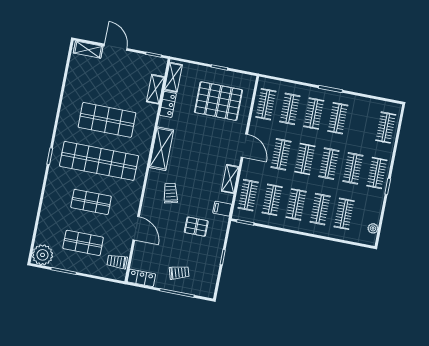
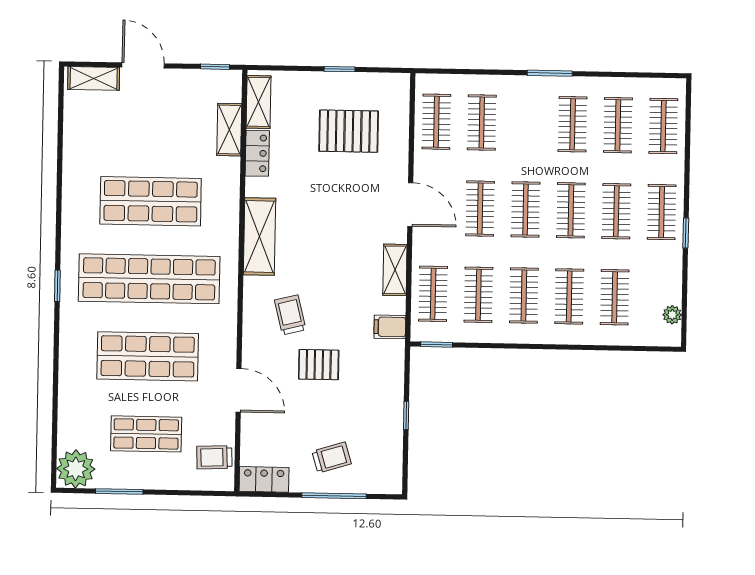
pallet: (218, 101) -> (349, 131), width x0.73, depth x0.71
clothes rail: (314, 114) -> (618, 125), moved
shop shelf: (91, 202) -> (148, 356), width x1.43, depth x1.36
pallet: (196, 227) -> (319, 365), moved

